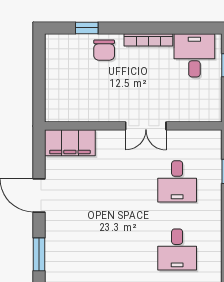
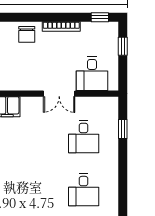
window: (87, 28) -> (100, 17), moved
desk: (194, 55) -> (92, 74), moved, turned 180

